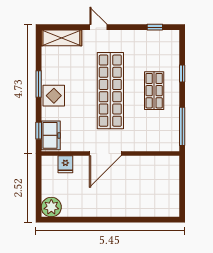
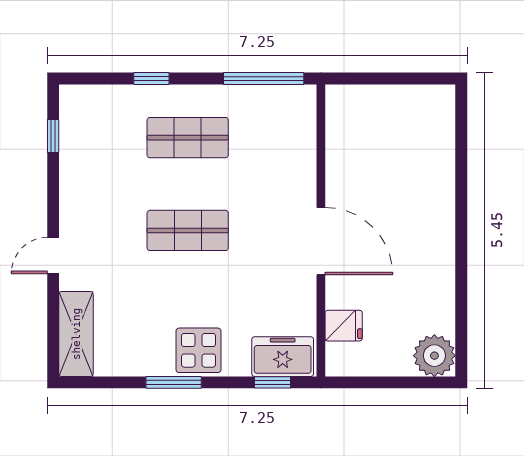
shop shelf: (110, 91) -> (188, 230), width x0.50, depth x0.74

